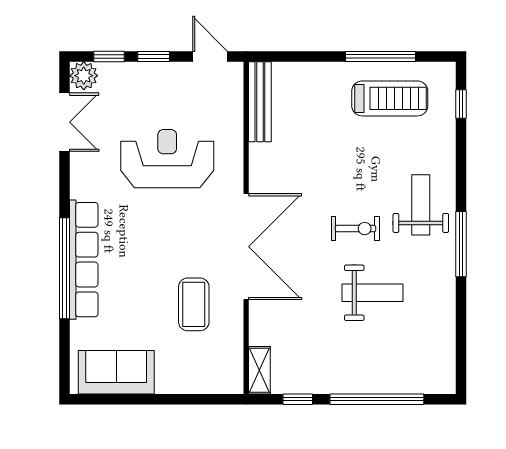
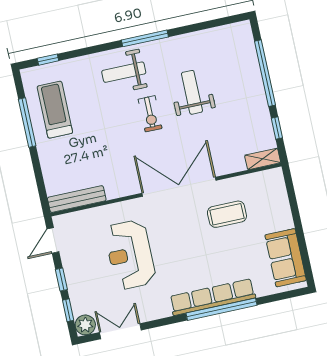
exercise bike: (355, 229) -> (150, 114), turned 180

